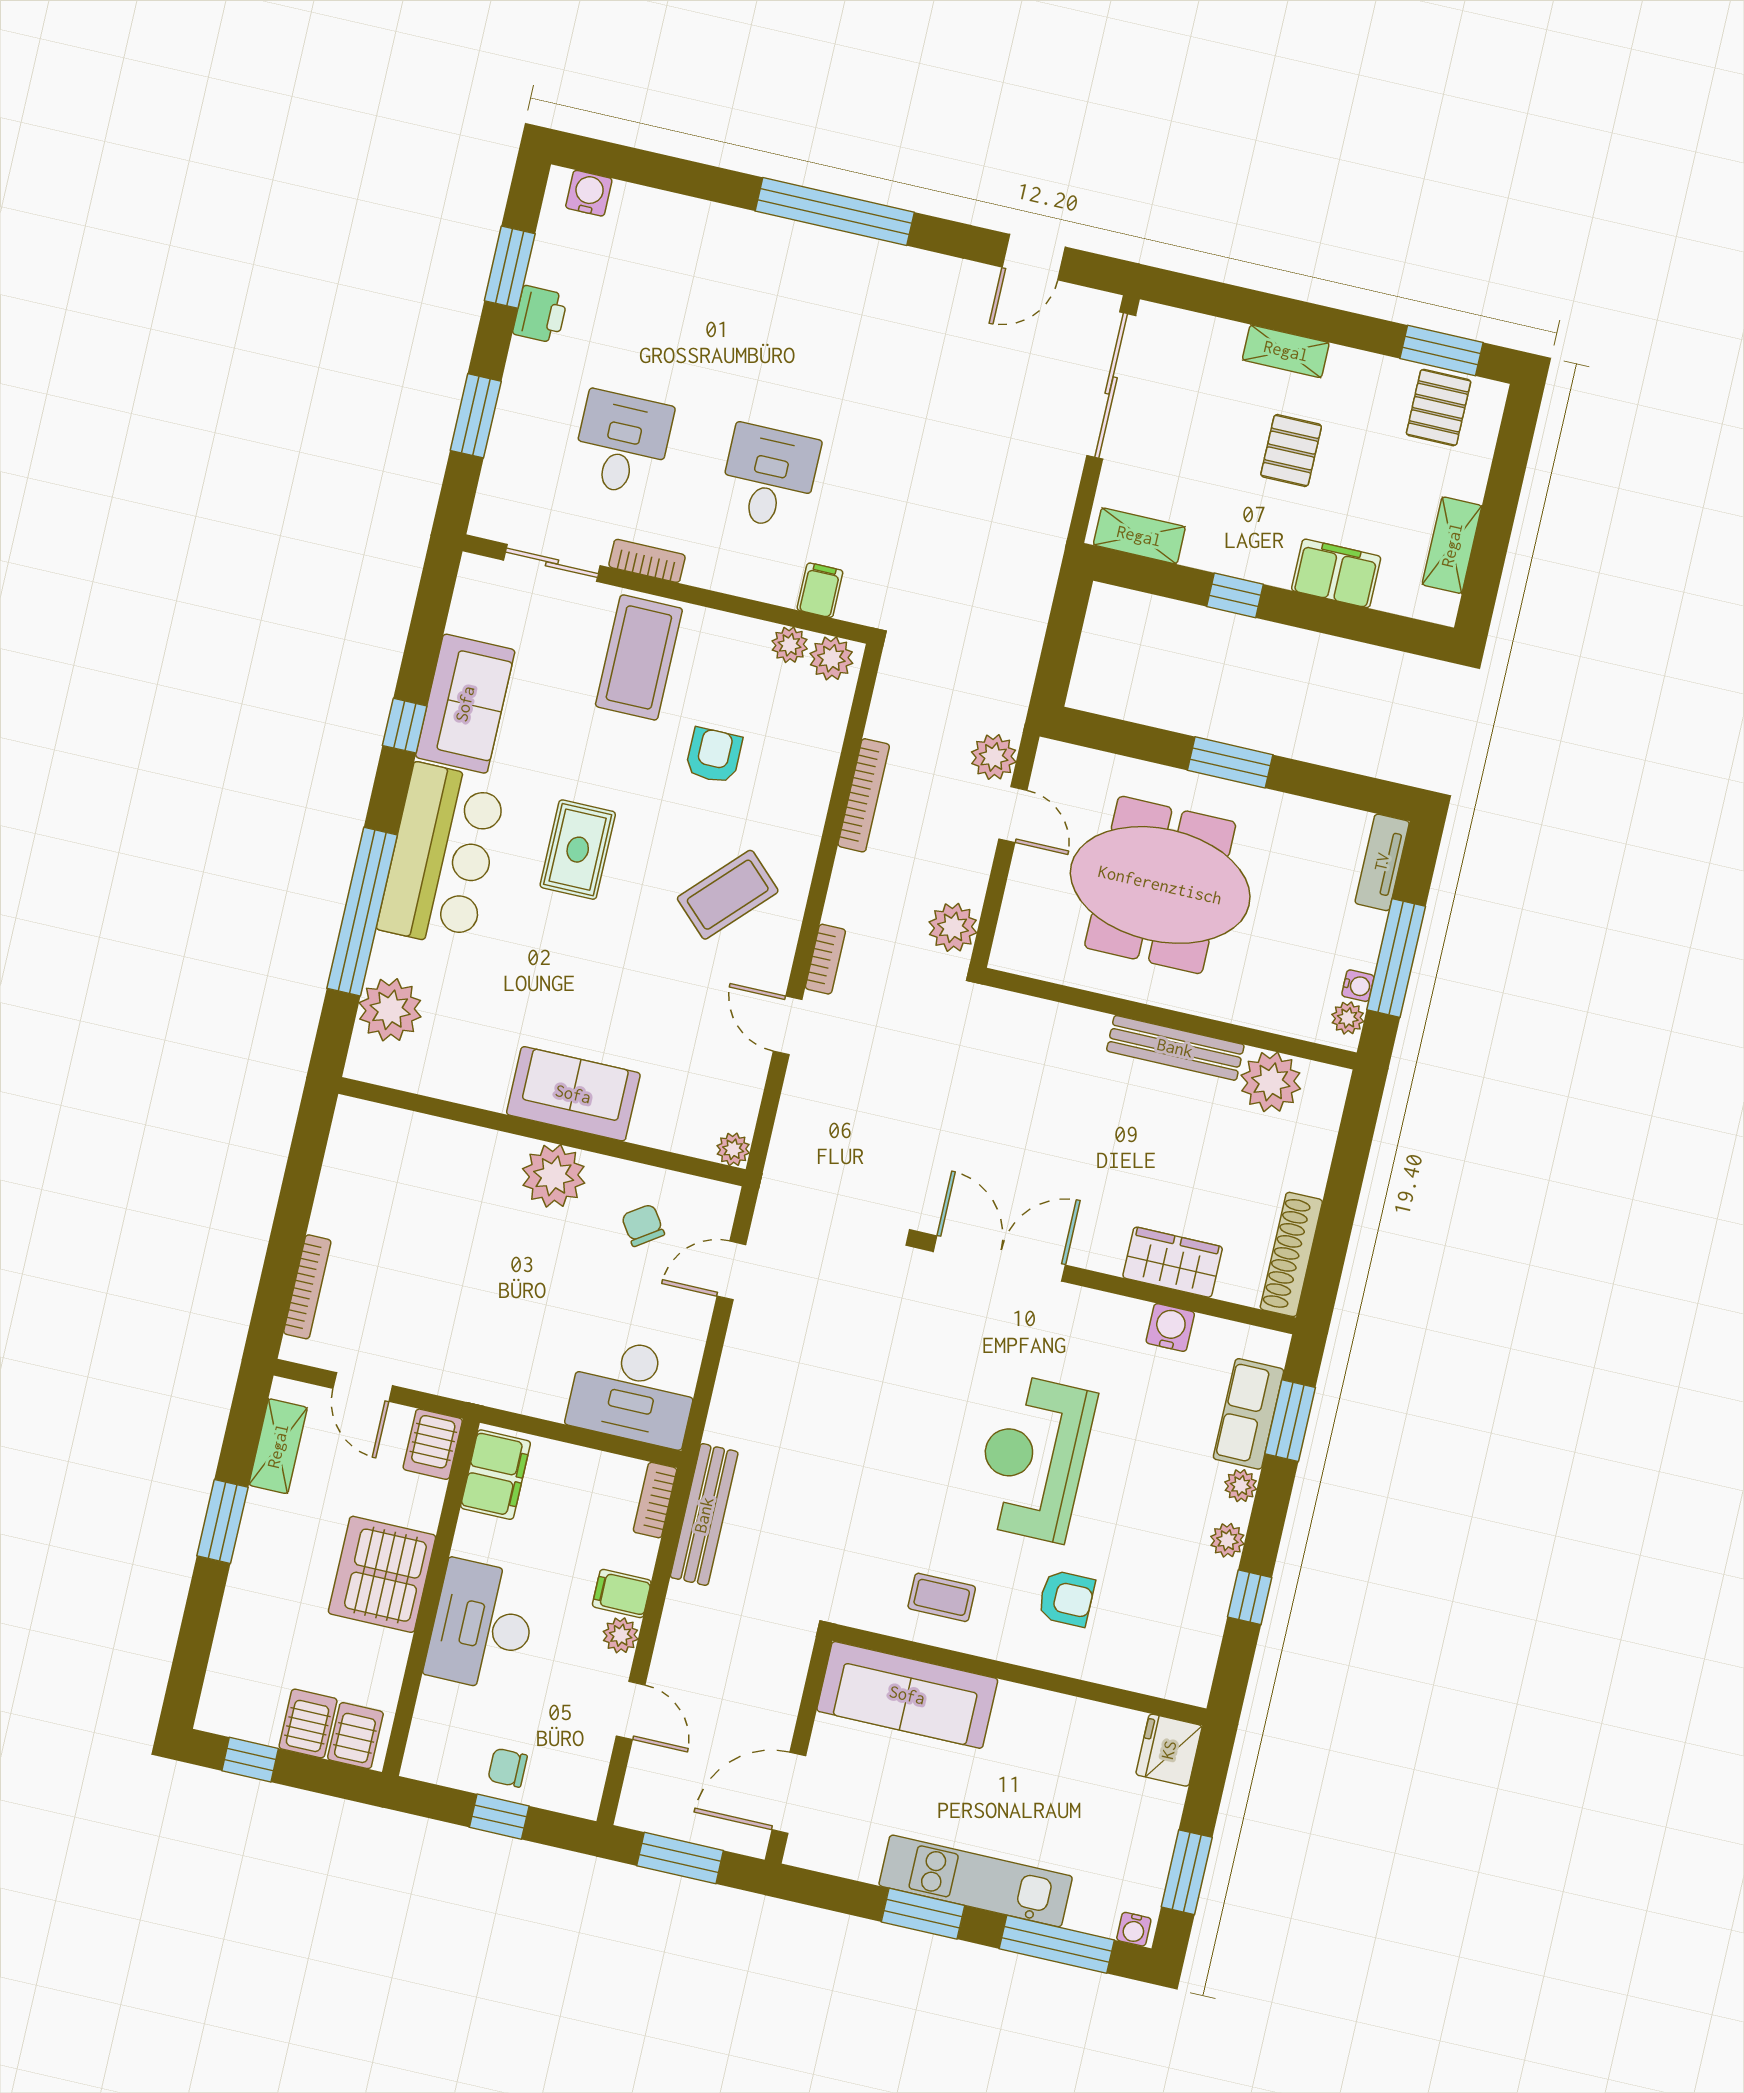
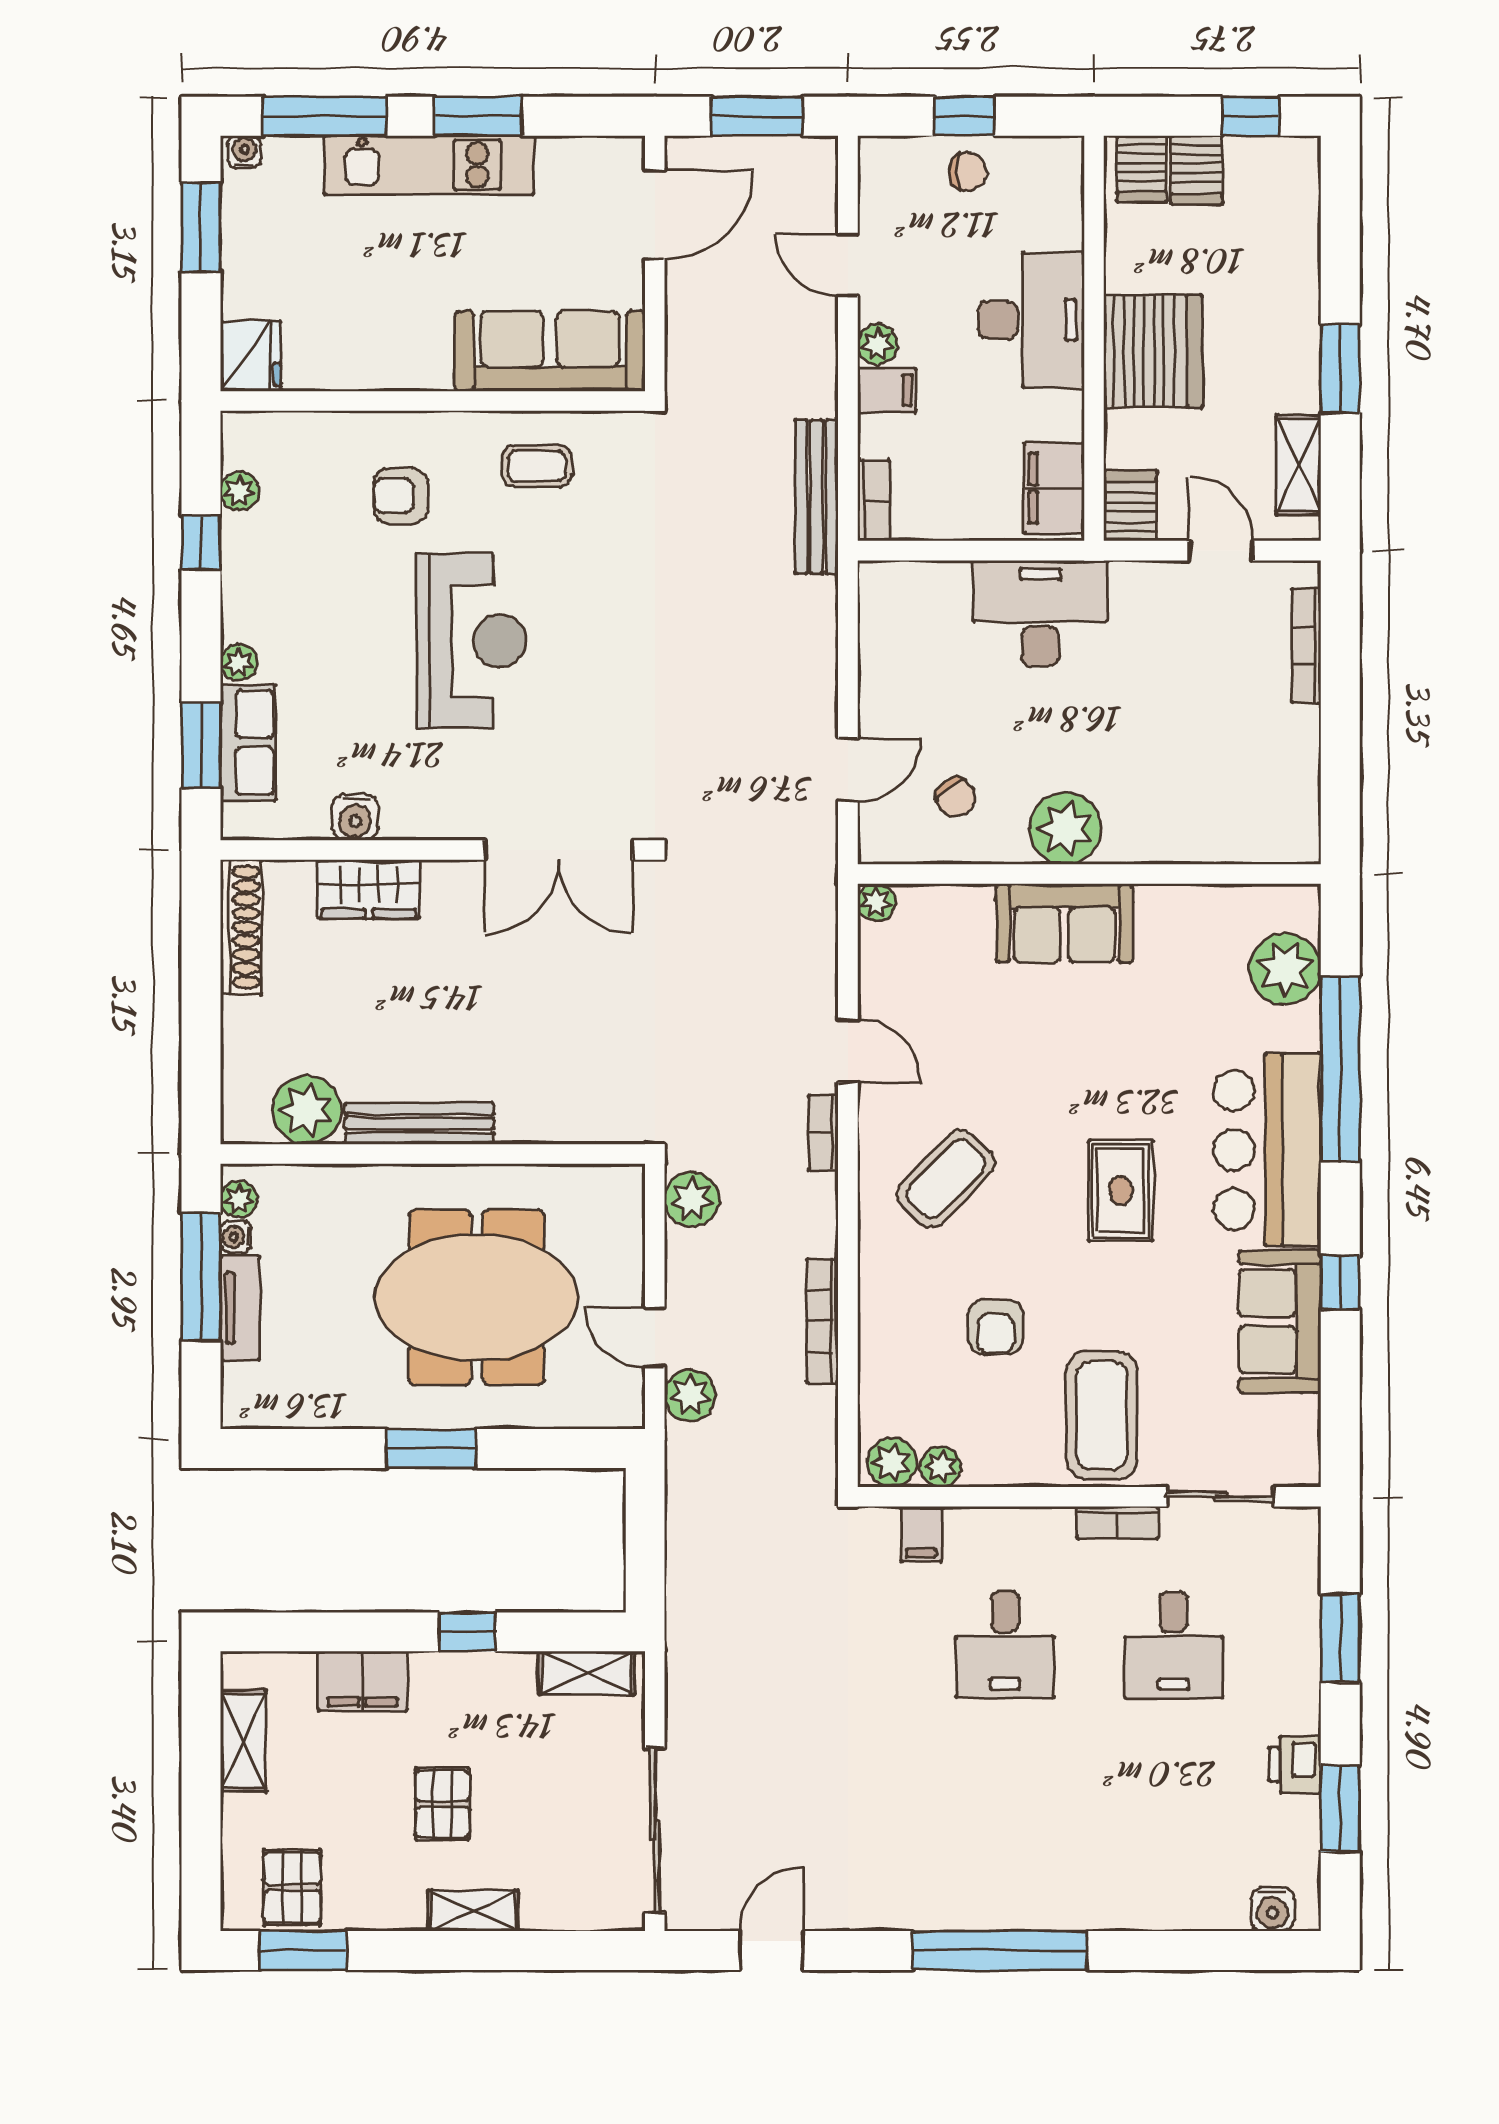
tv unit: (1382, 862) -> (240, 1308), moved
desk: (633, 1392) -> (1040, 613), moved
plant: (1227, 1540) -> (240, 491), moved

